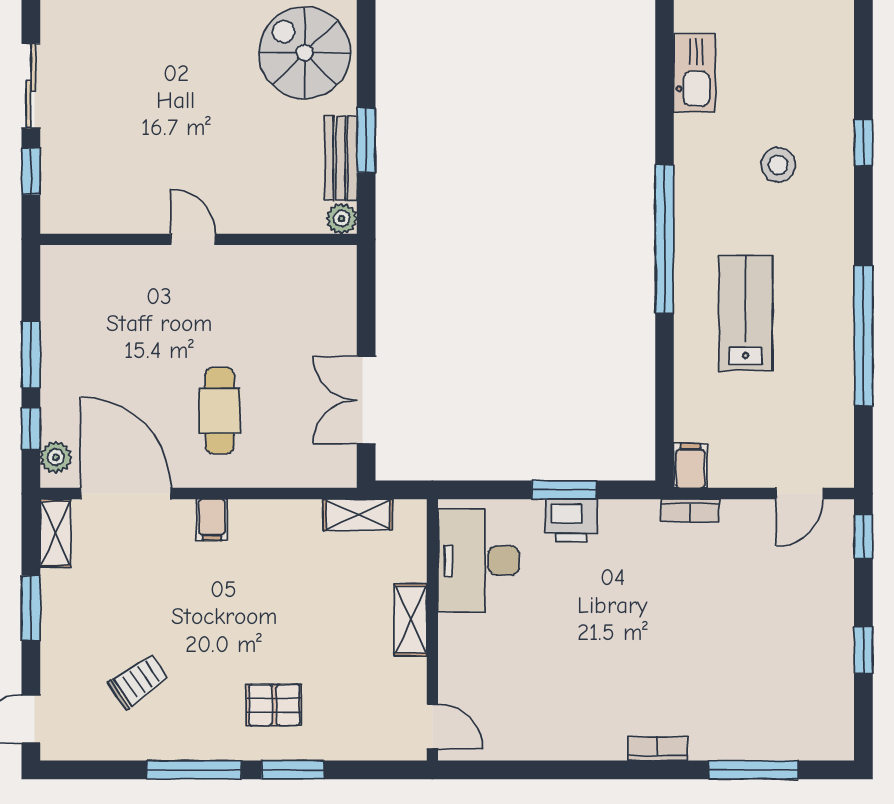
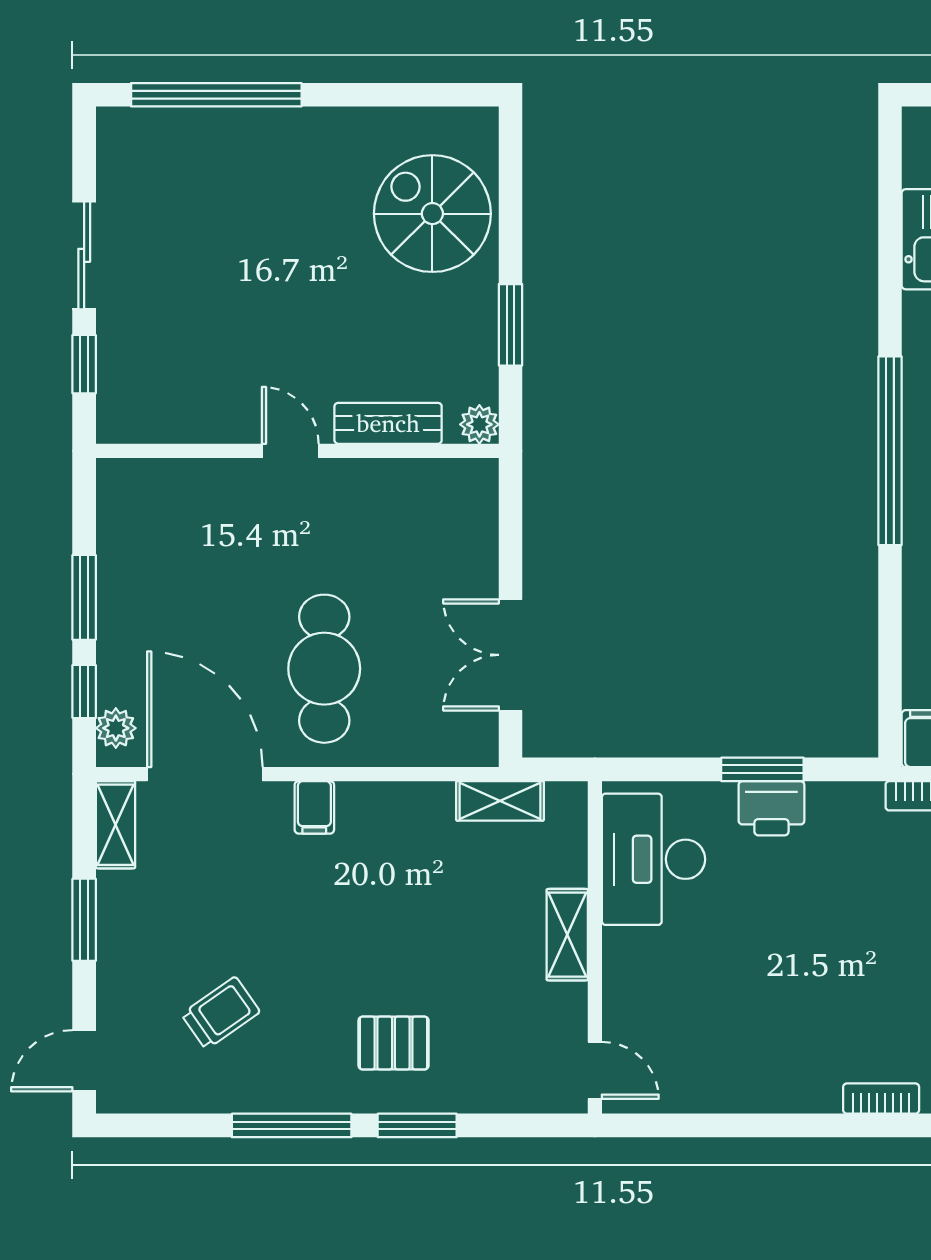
bench: (341, 158) -> (388, 423), moved, turned 90
cafe table: (220, 411) -> (324, 669), width x1.37, depth x1.35

